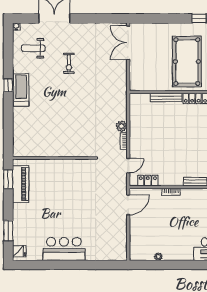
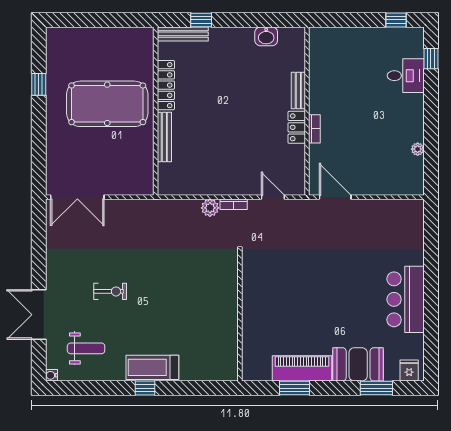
weight bench: (33, 48) -> (86, 348), turned -90
wall: (54, 158) -> (240, 316), moved
locker: (148, 181) -> (297, 127), moved
booth: (23, 219) -> (358, 364), added

